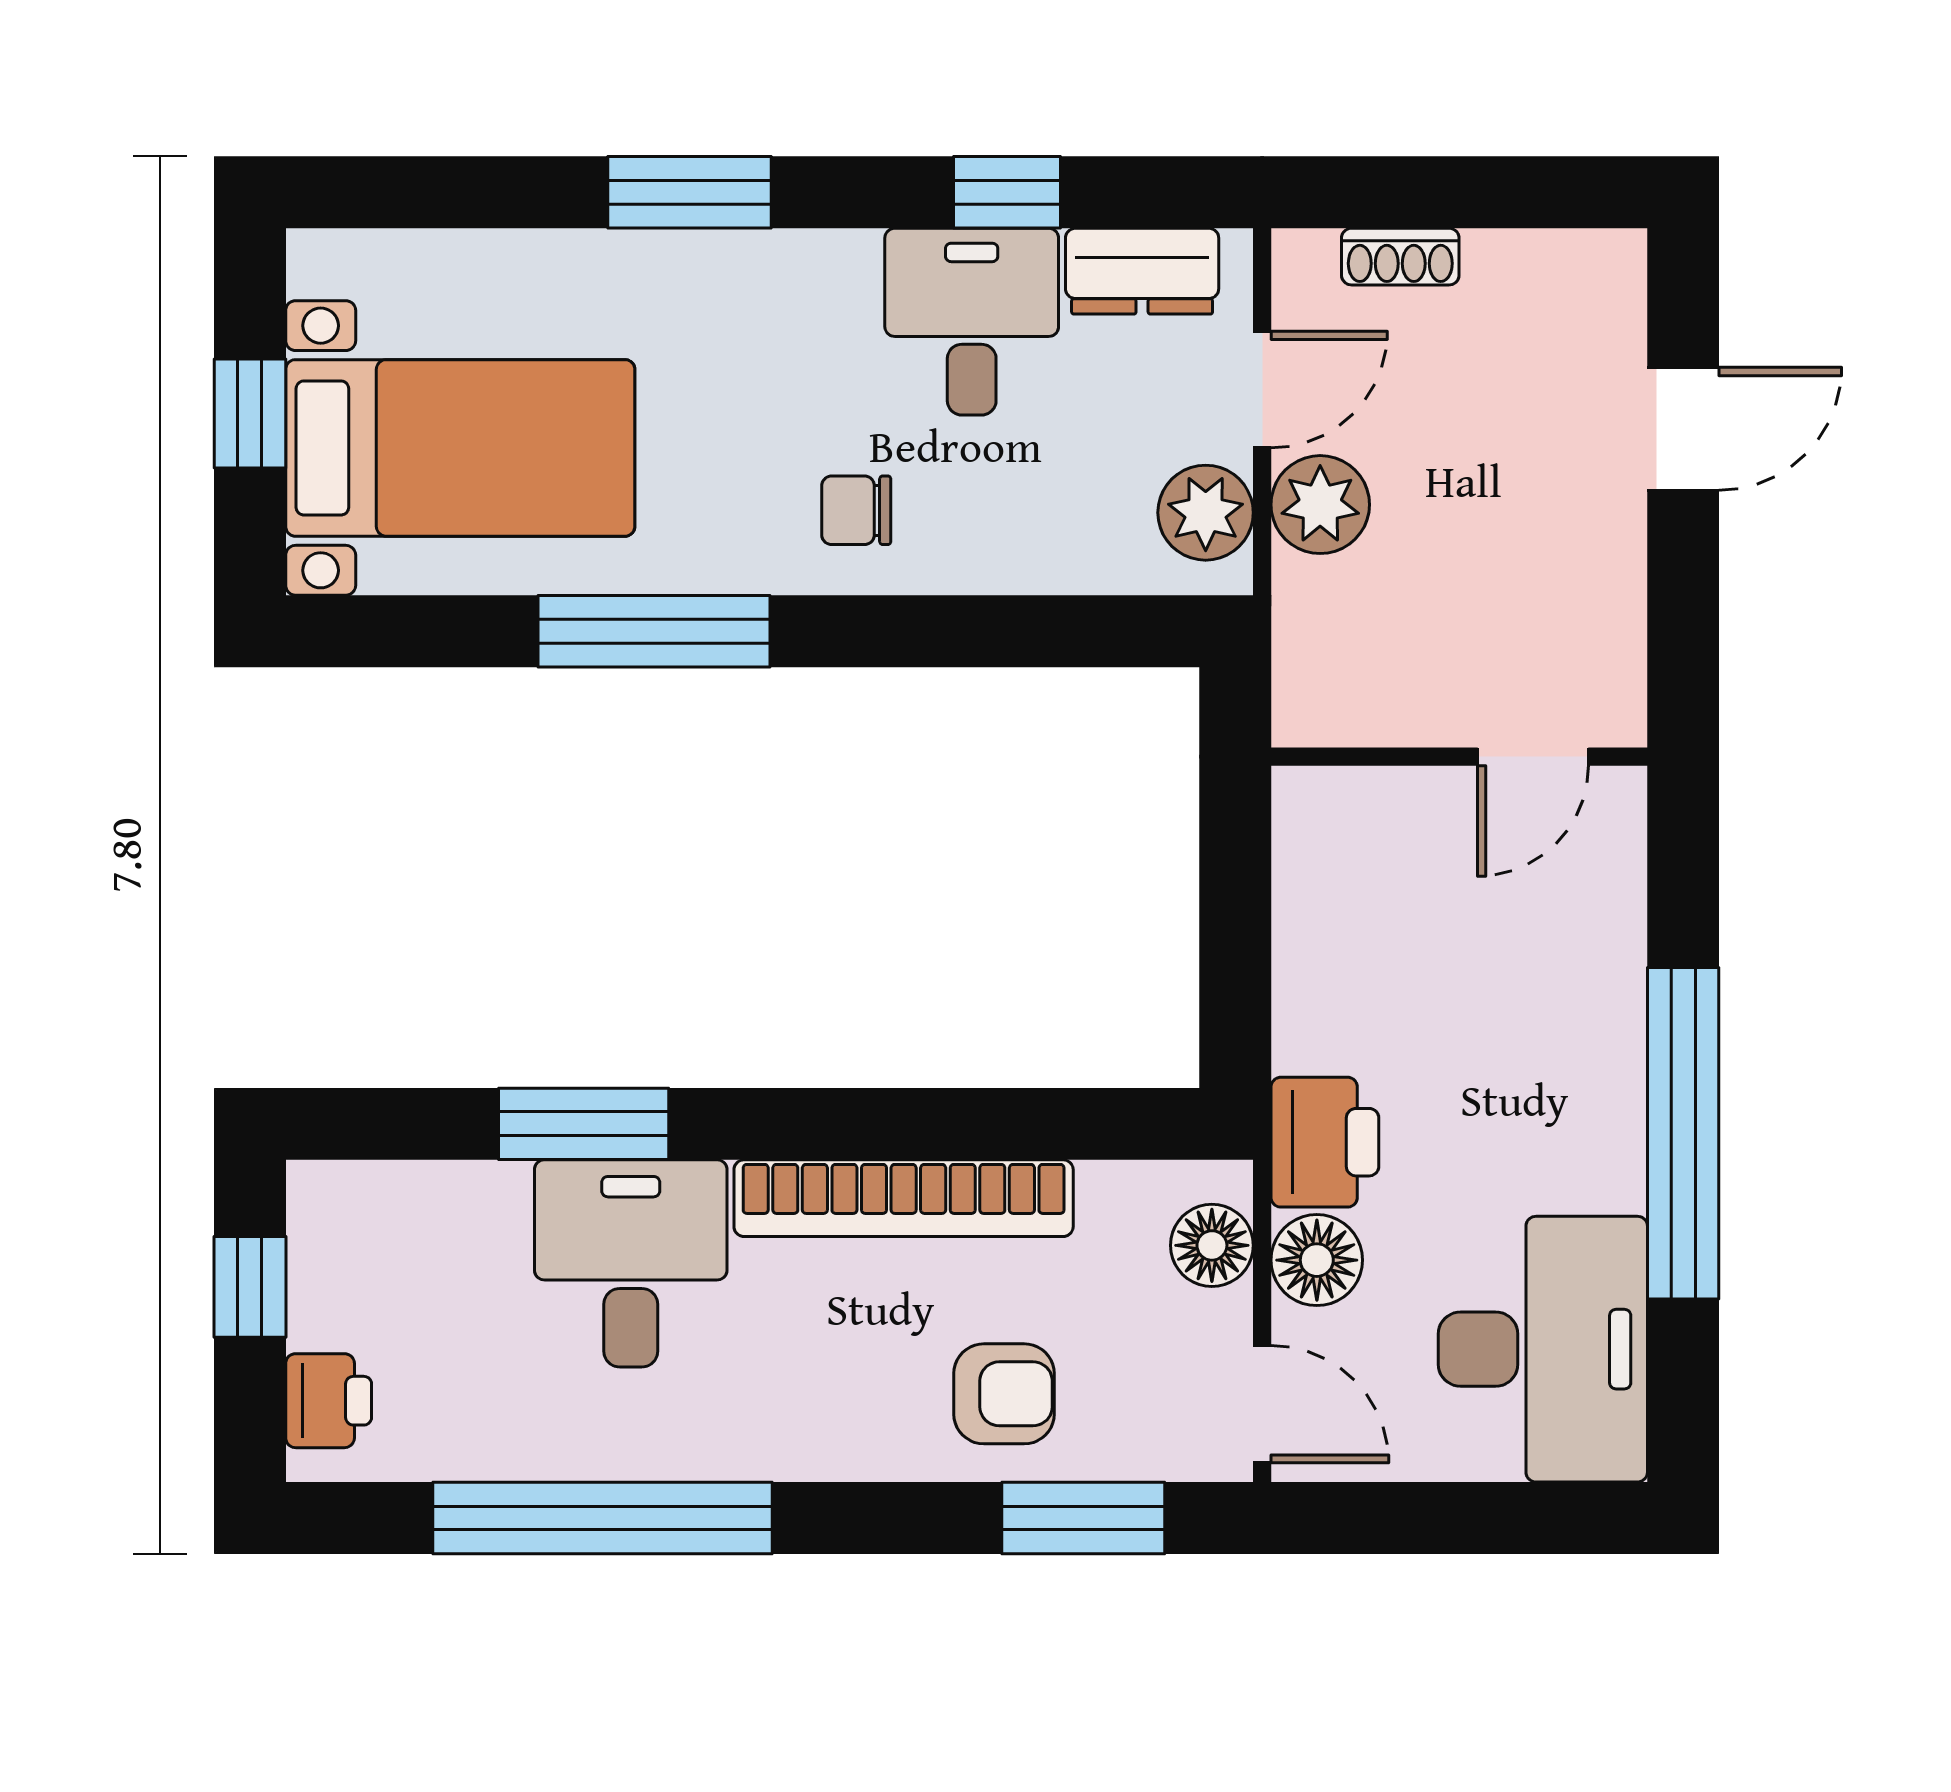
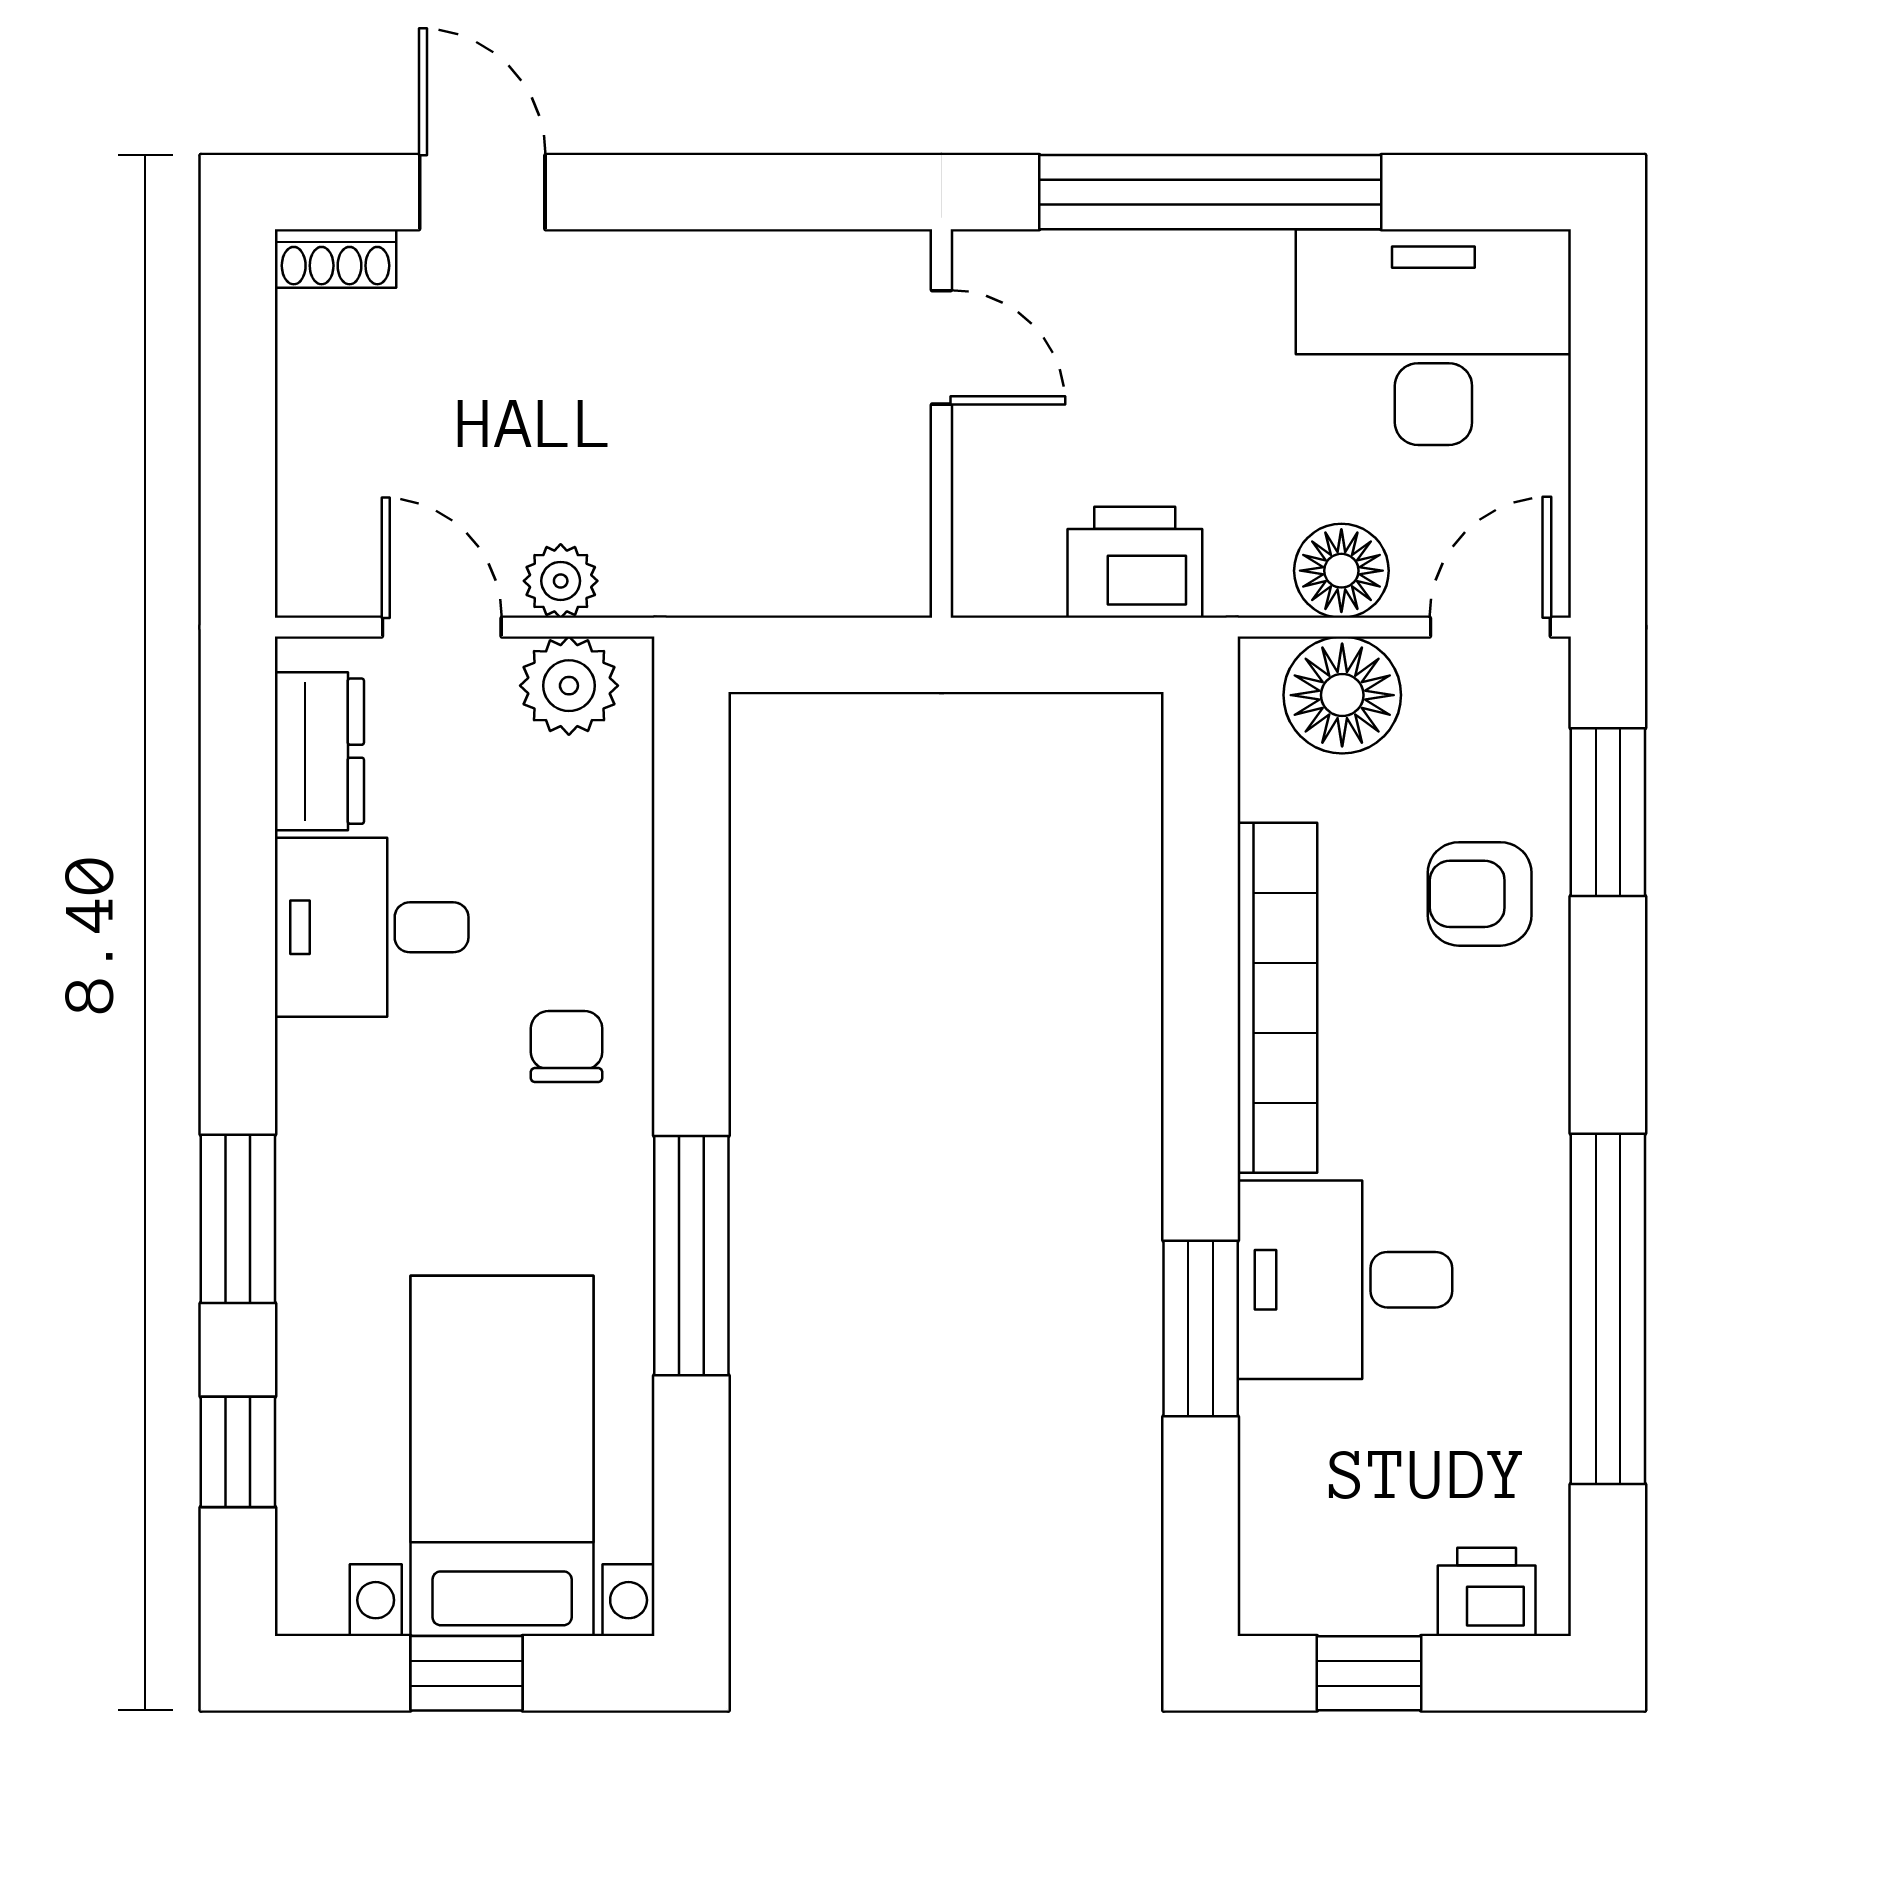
window: (1007, 192) -> (238, 1452), moved
shoe rack: (1400, 257) -> (336, 259), moved, turned 90
plant: (1320, 505) -> (561, 581), width x0.73, depth x0.73
chair: (856, 510) -> (567, 1047), turned 180
wall: (1459, 757) -> (941, 423), moved
door: (1533, 757) -> (941, 347), moved
printer: (1325, 1142) -> (1135, 562), moved
floor lamp: (1212, 1245) -> (1342, 695), width x1.38, depth x1.38
armchair: (1004, 1394) -> (1480, 894), turned -90

